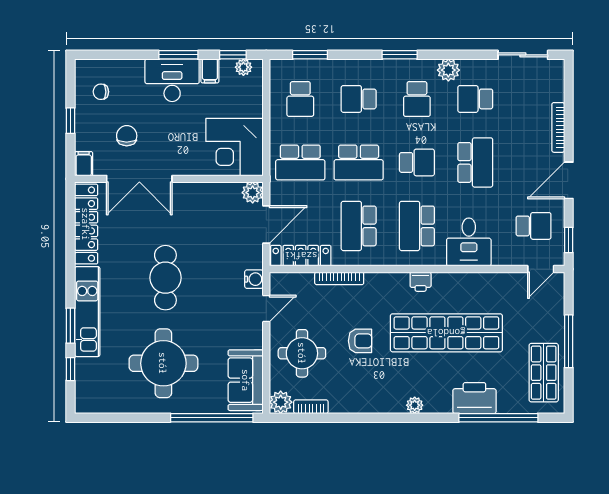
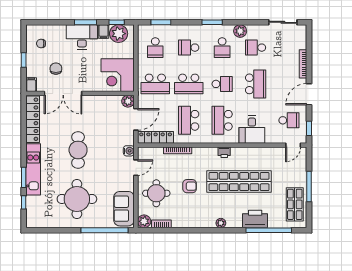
plant: (243, 67) -> (119, 34), width x1.87, depth x1.87

